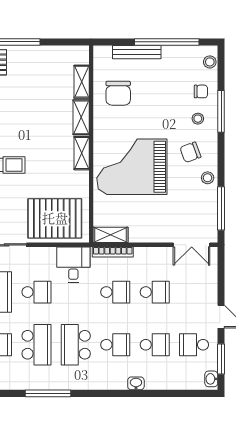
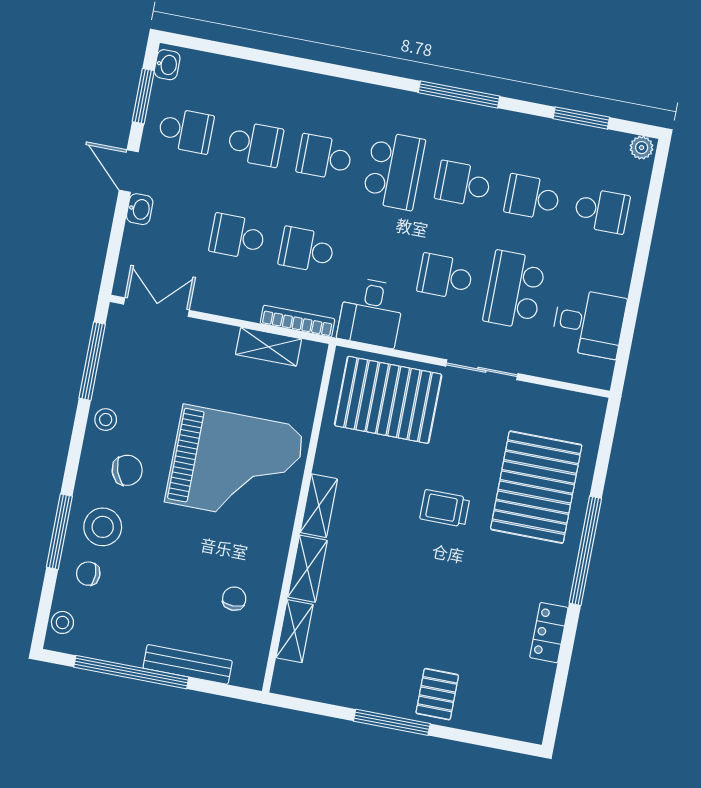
chair: (118, 93) -> (234, 599), width x0.54, depth x0.54
stool: (198, 119) -> (103, 527), width x1.89, depth x1.89
shelving: (110, 235) -> (269, 347), moved
school desk: (36, 345) -> (463, 184), width x0.54
school desk: (155, 345) -> (255, 144), turned 180
washbasin: (136, 383) -> (140, 209), moved, turned -90

